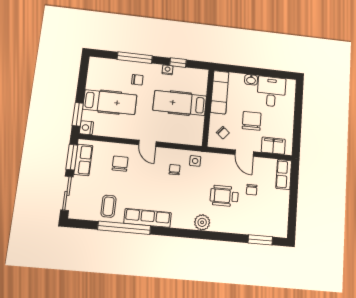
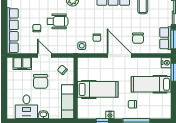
door: (147, 143) -> (119, 56), width x1.87
row of seats: (284, 174) -> (13, 31), width x2.02

